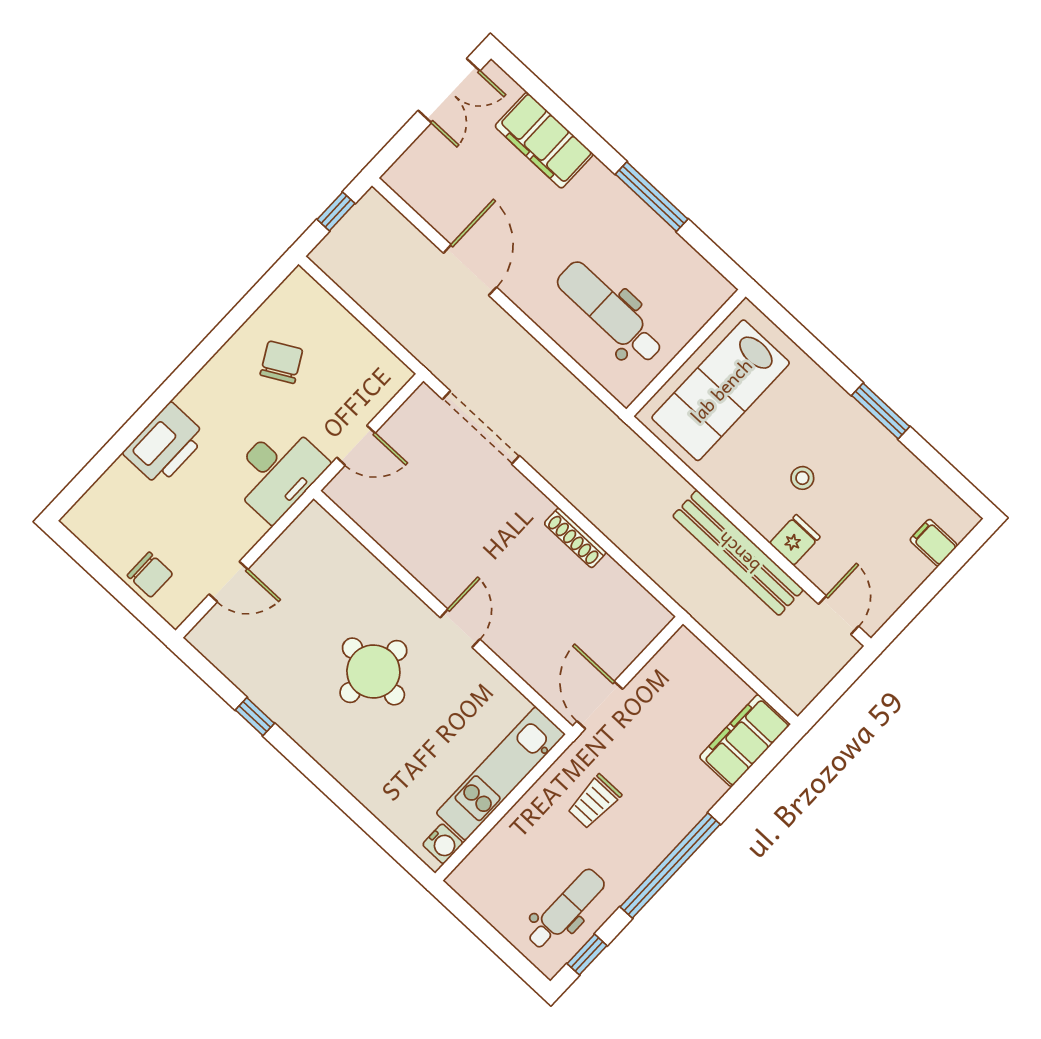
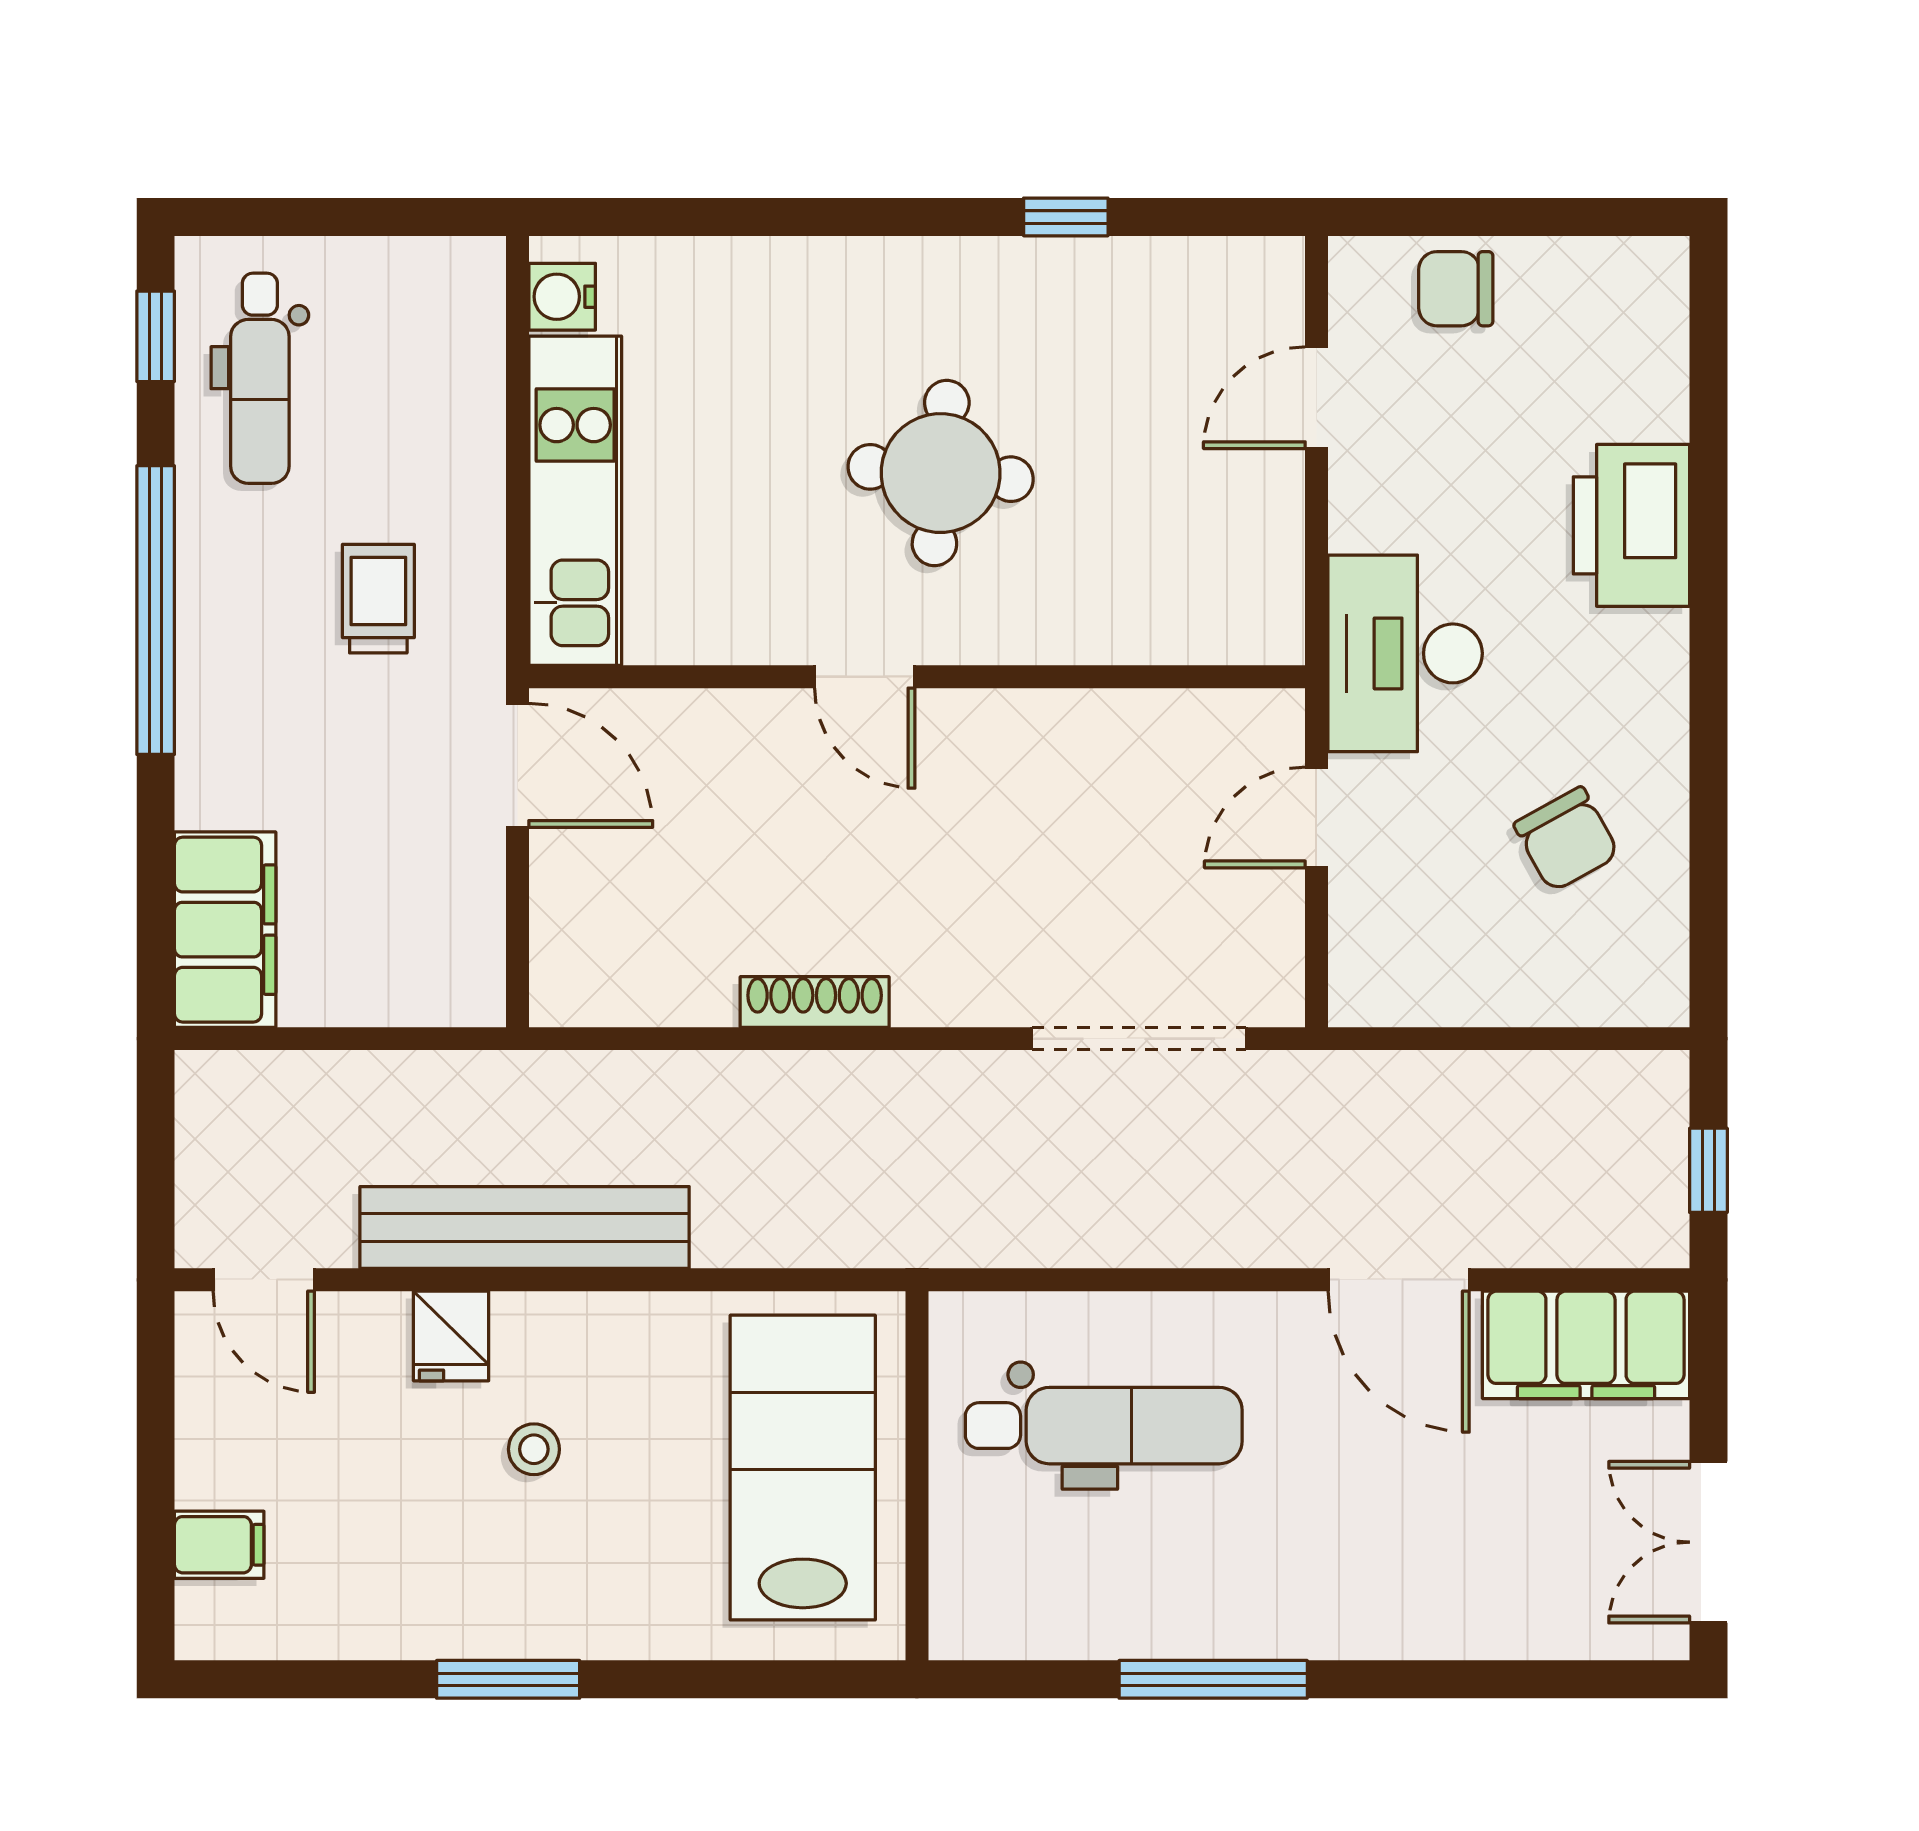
filing cabinet: (544, 140) -> (1586, 1345), moved, turned 180

